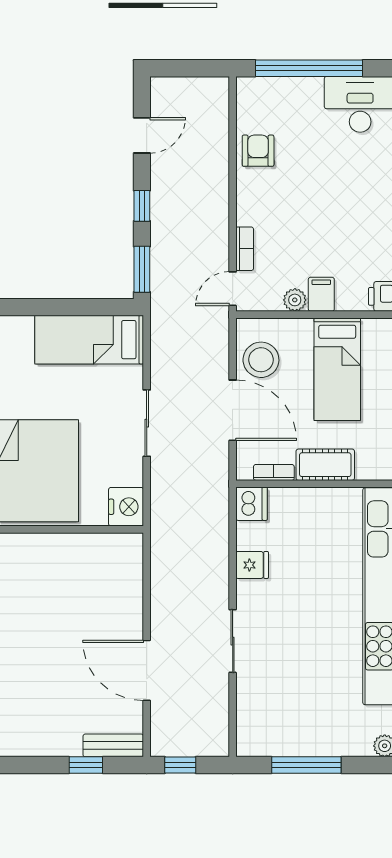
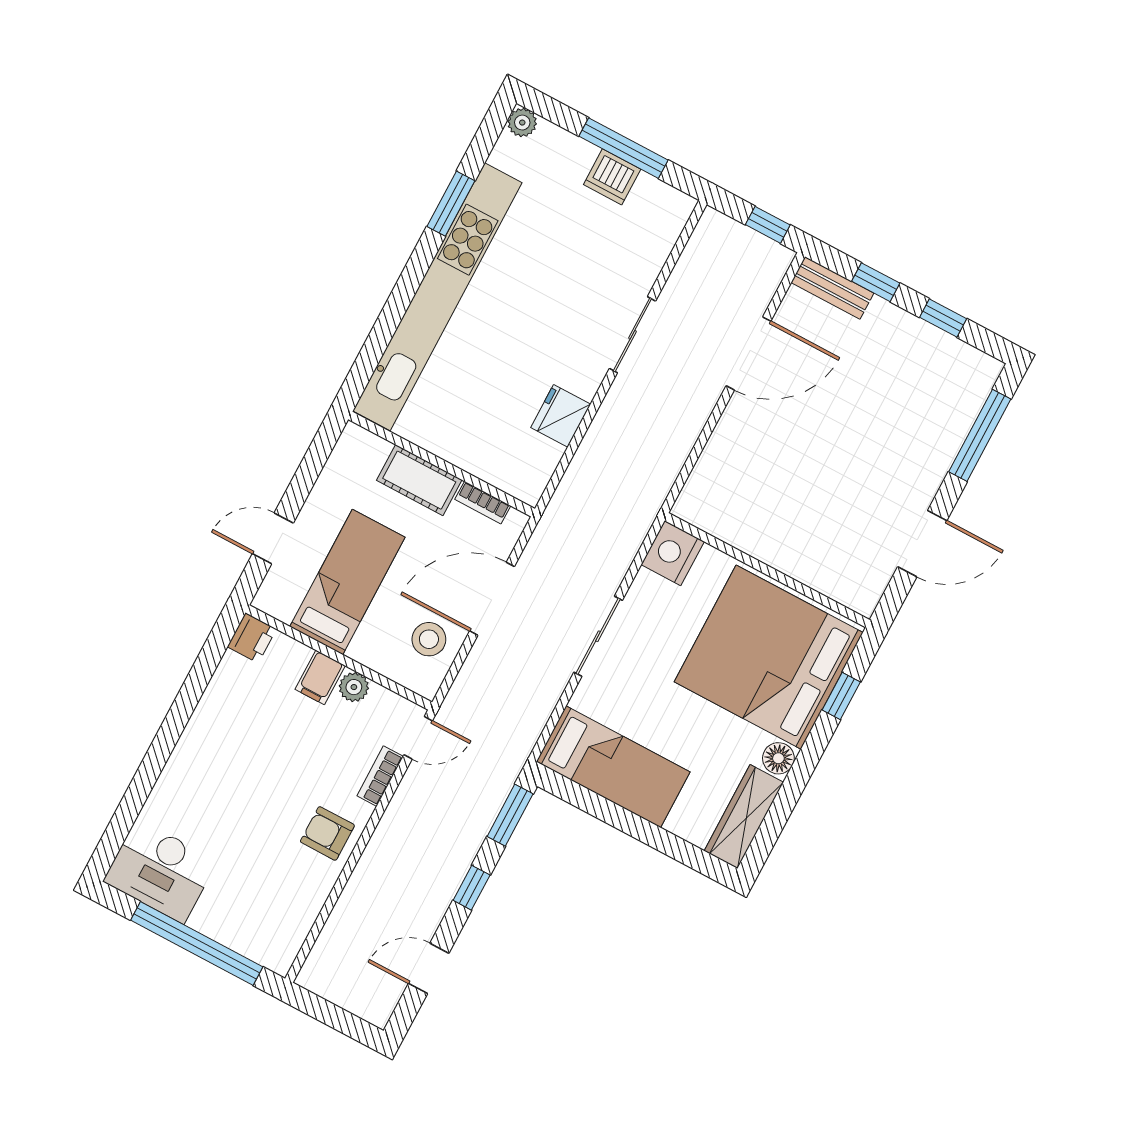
armchair: (258, 151) -> (327, 833), moved, turned 90
stool: (261, 360) -> (429, 639), width x0.73, depth x0.73
door: (233, 410) -> (492, 599), hinge flipped
dishwasher: (252, 504) -> (612, 177), moved, turned -90
fridge: (252, 565) -> (561, 416), width x1.38
door: (147, 670) -> (748, 353), hinge flipped
window: (27, 765) -> (943, 318), added

